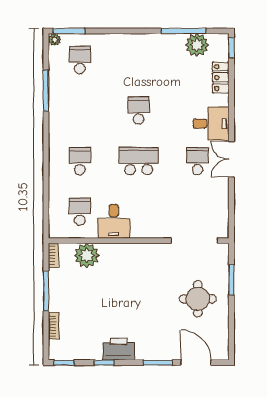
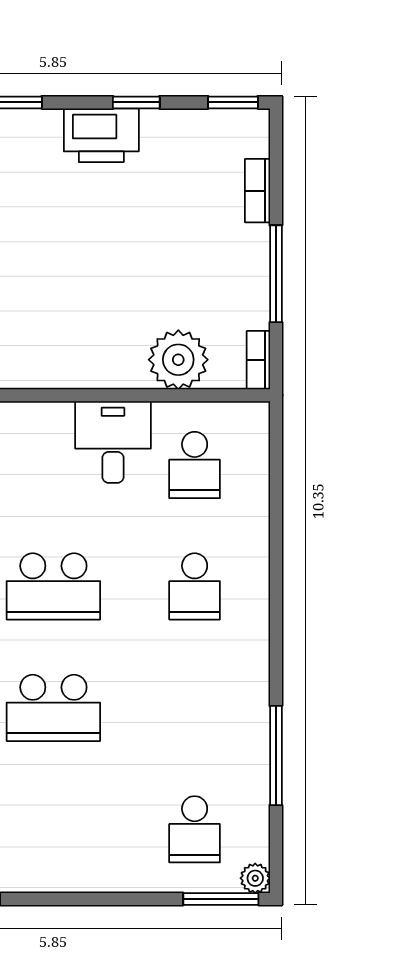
school desk: (139, 111) -> (53, 708), width x1.85

